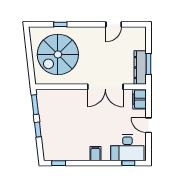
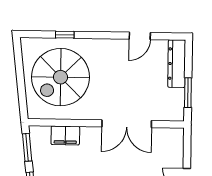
dresser: (140, 68) -> (177, 64), moved
filing cabinet: (139, 99) -> (65, 135), moved, turned -90

